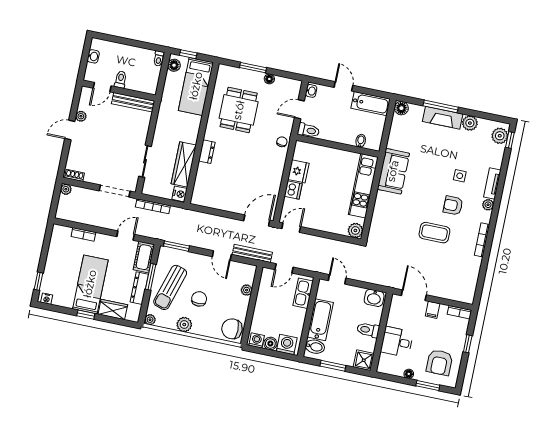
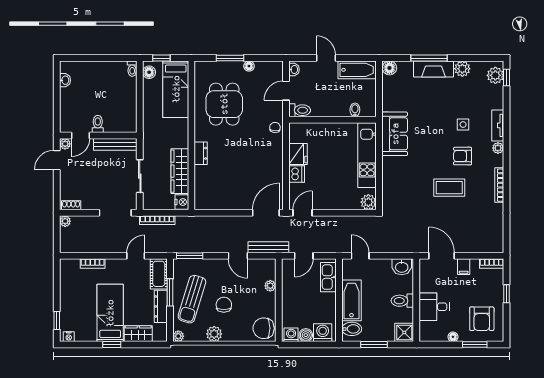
toilet: (121, 80) -> (98, 124), moved
door: (102, 87) -> (81, 135), moved
wall: (119, 91) -> (98, 135), moved
bench: (133, 102) -> (115, 144), moved

